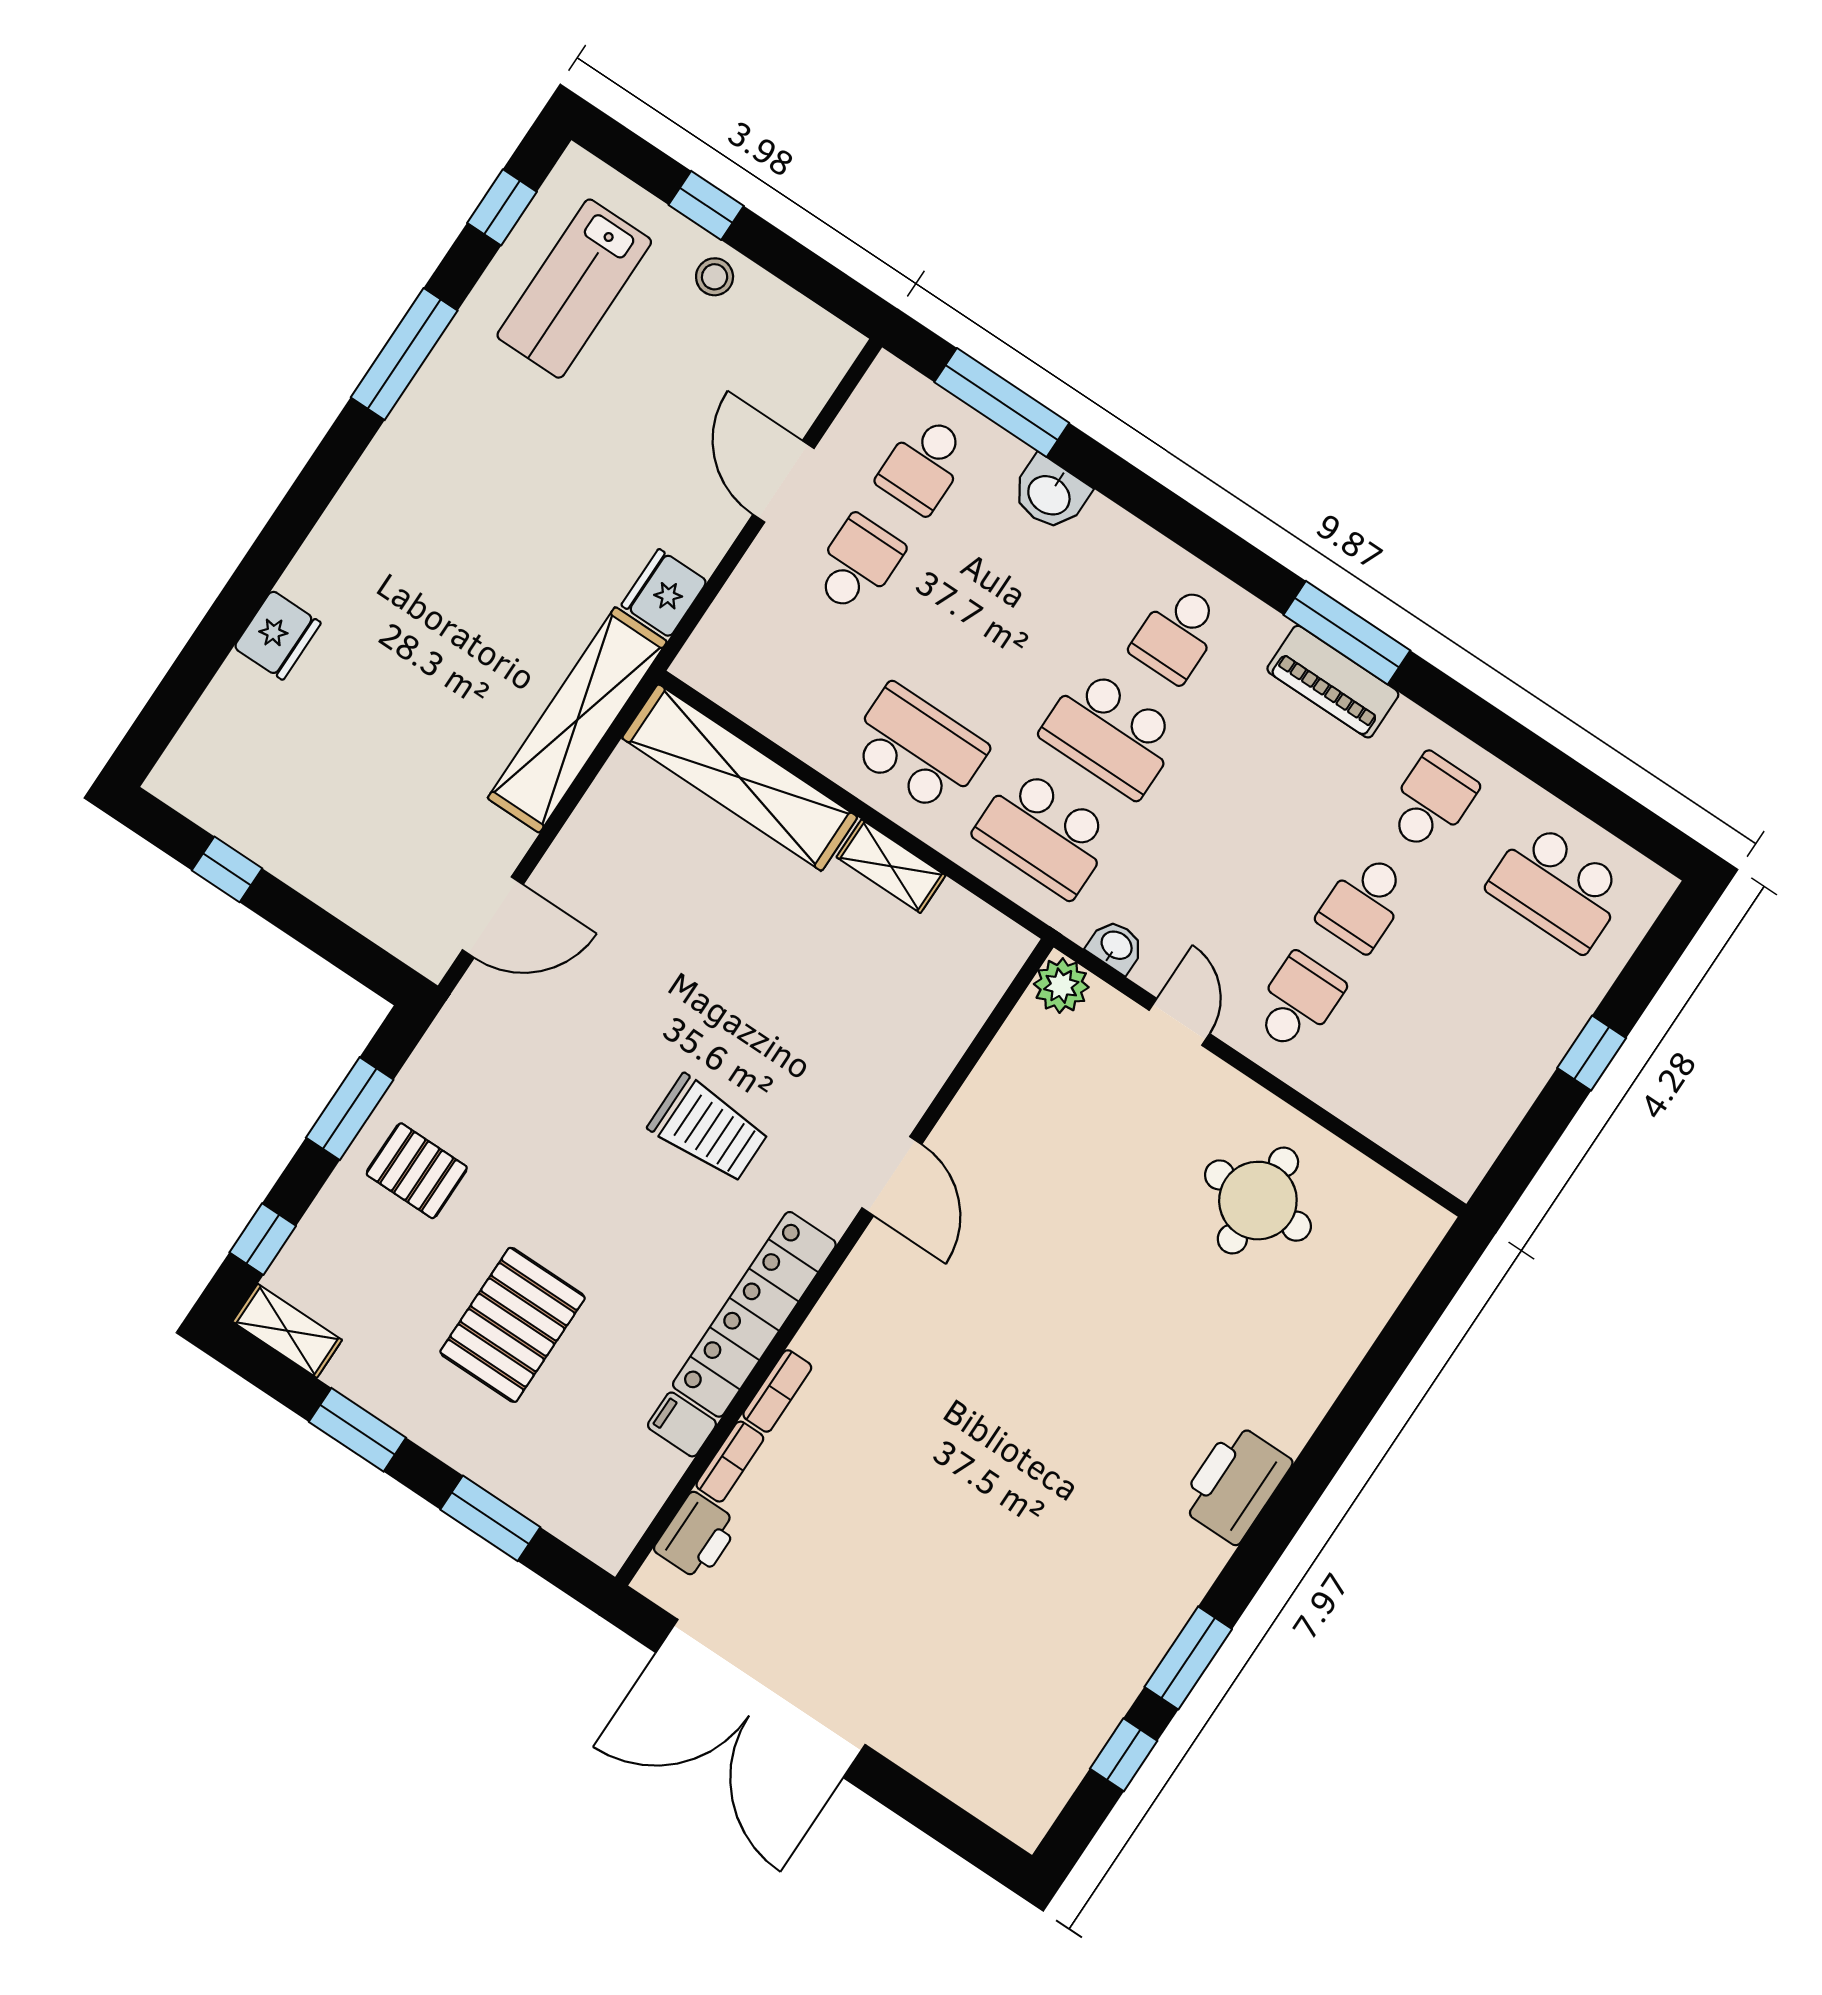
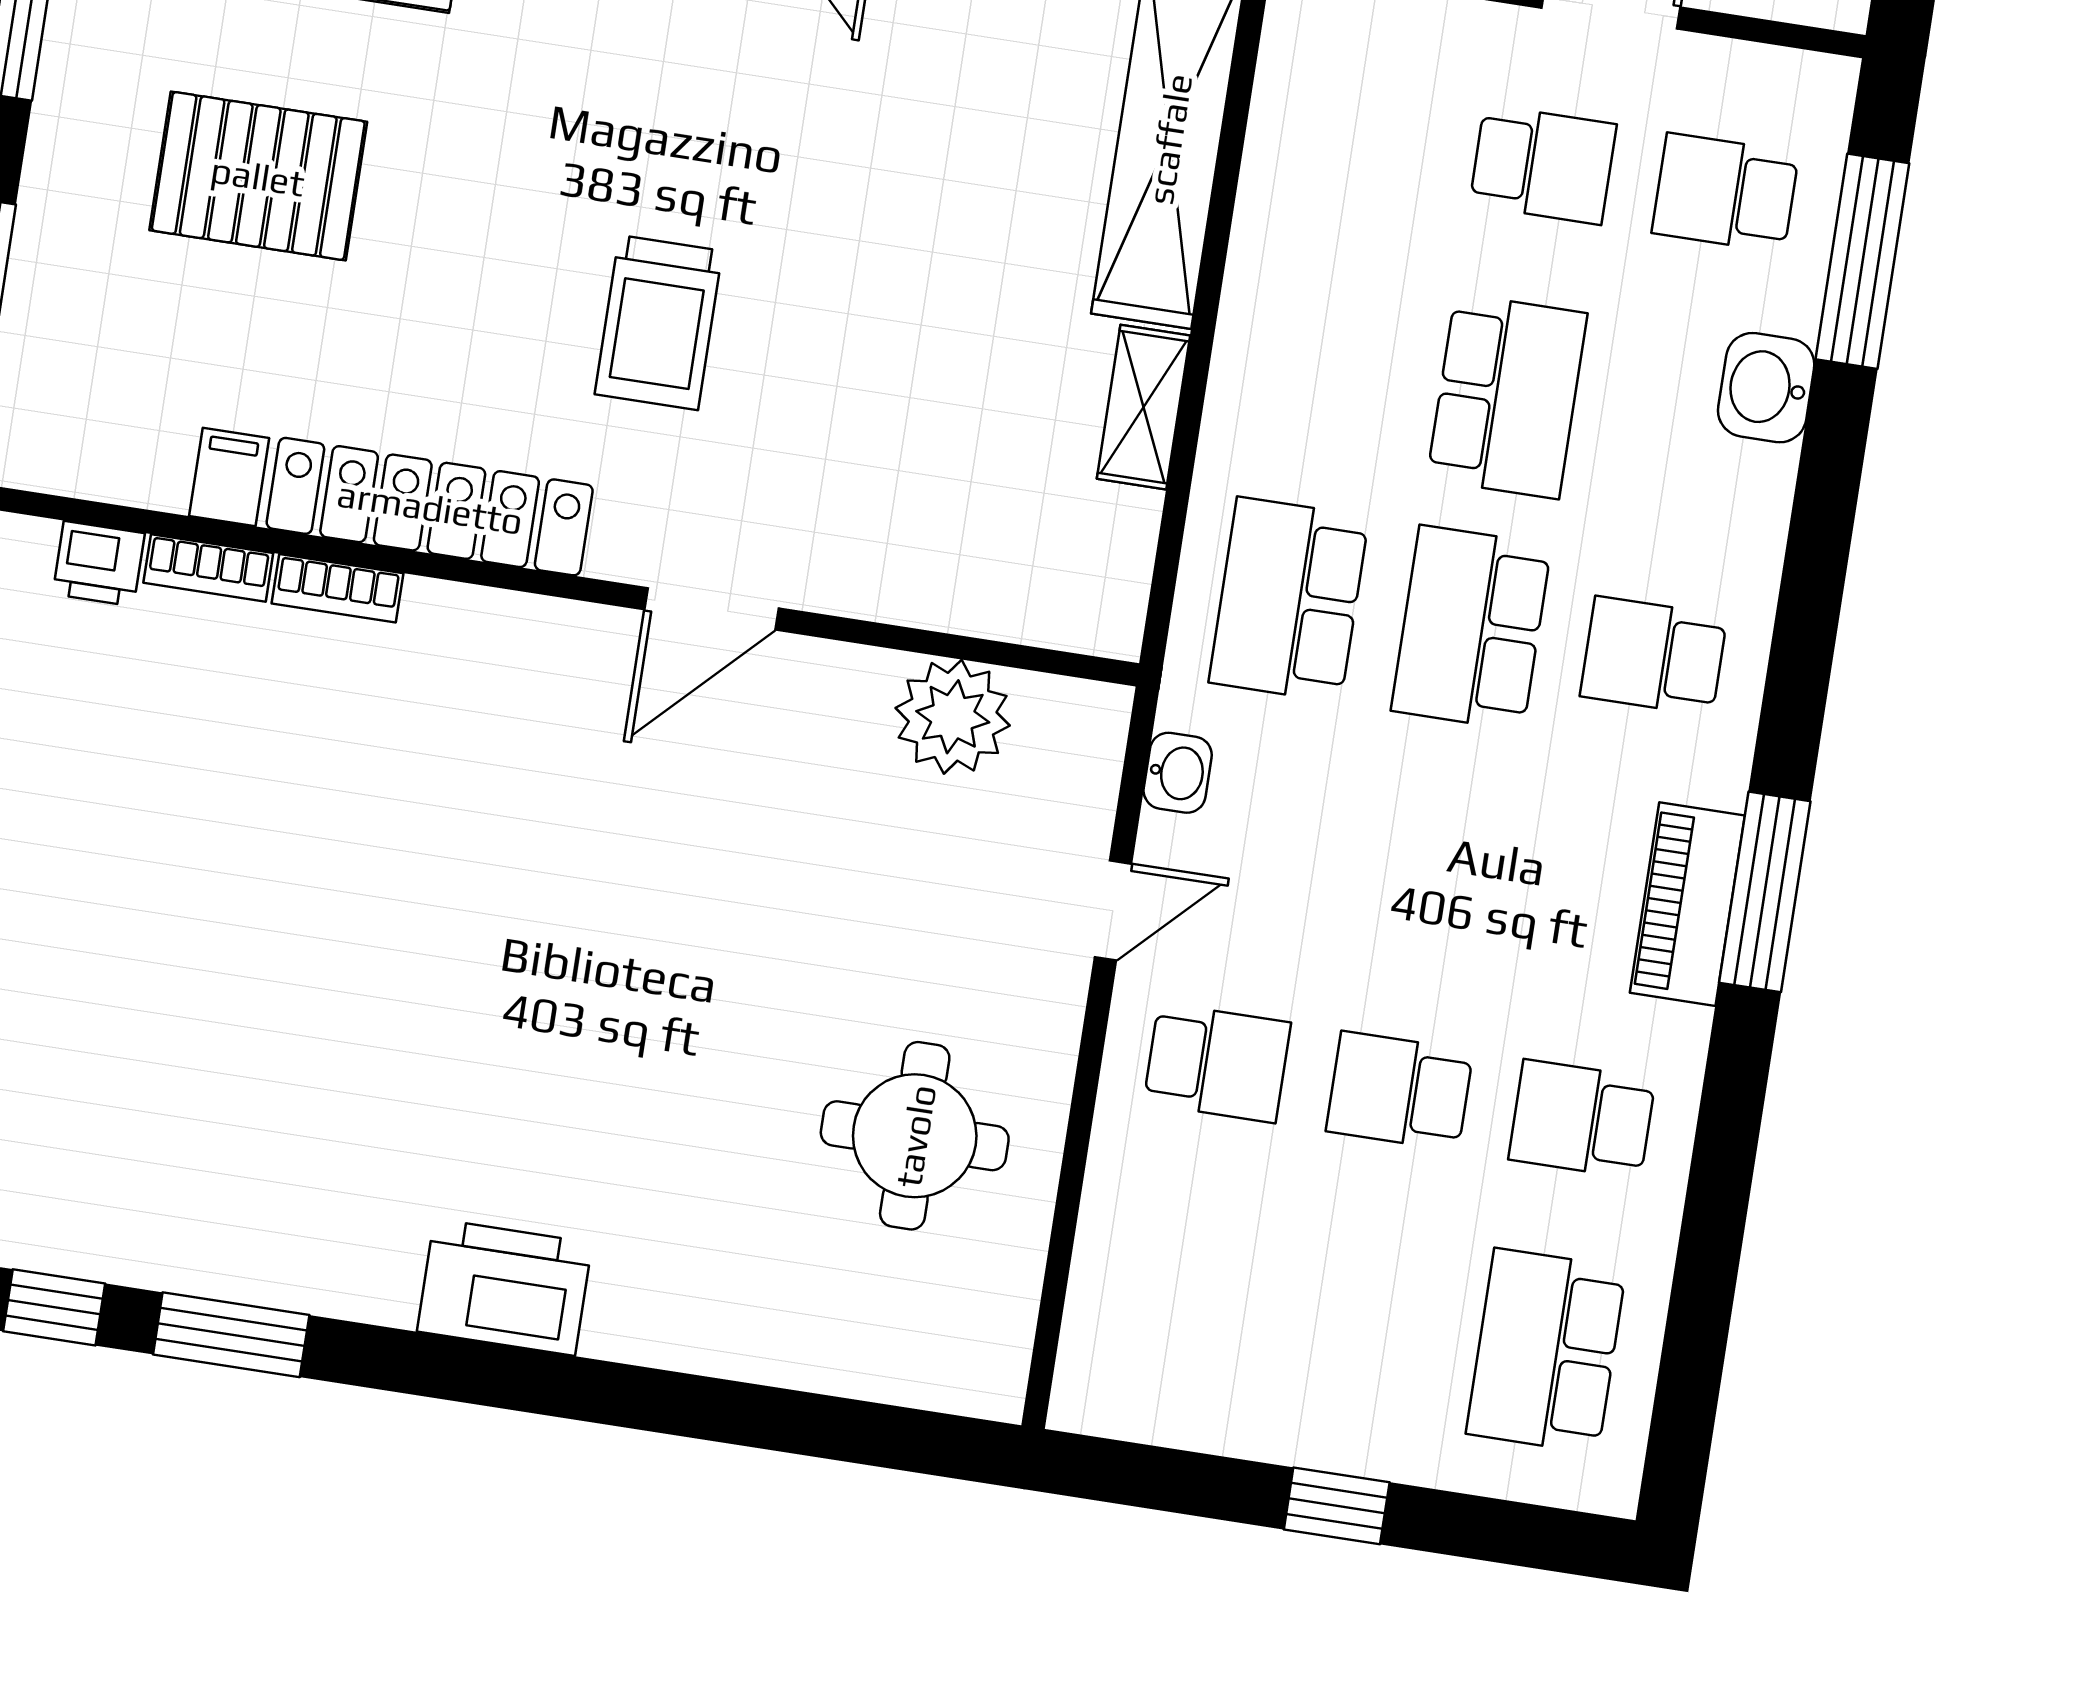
school desk: (918, 749) -> (1507, 396), moved
school desk: (1431, 803) -> (1582, 1119), turned 180
plant: (1061, 986) -> (953, 717), moved, width x1.36, depth x1.36
printer: (697, 1536) -> (99, 564), width x0.73, depth x0.81

